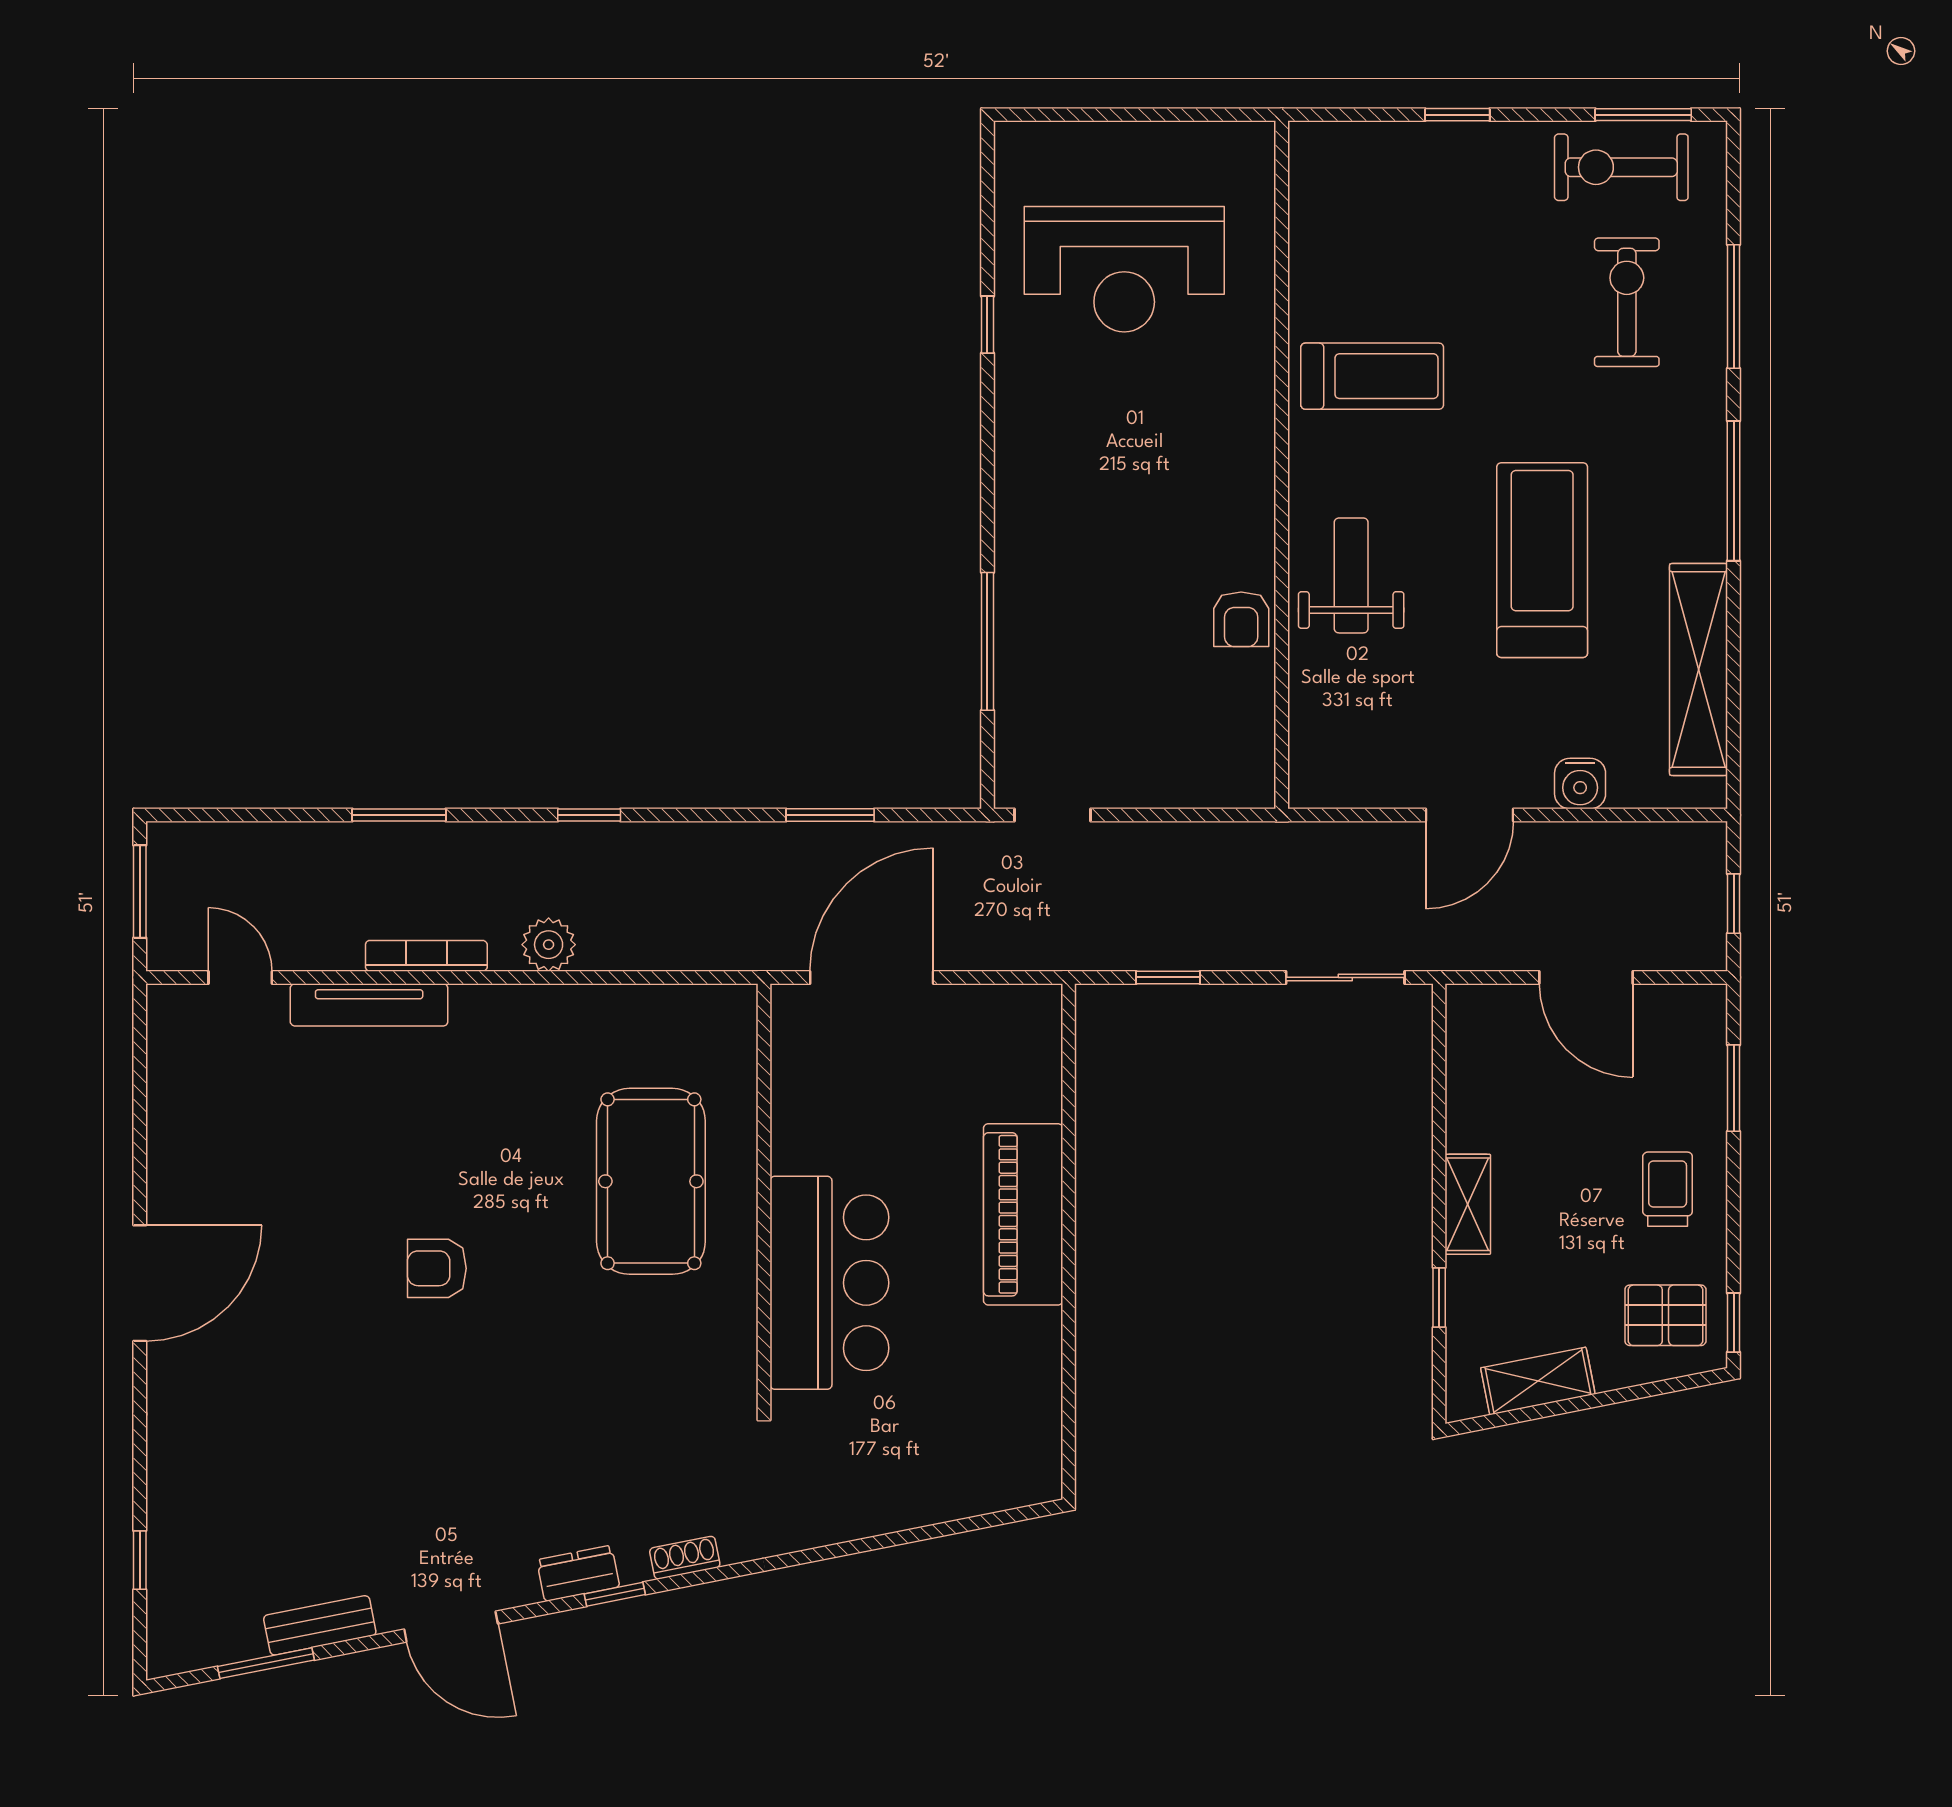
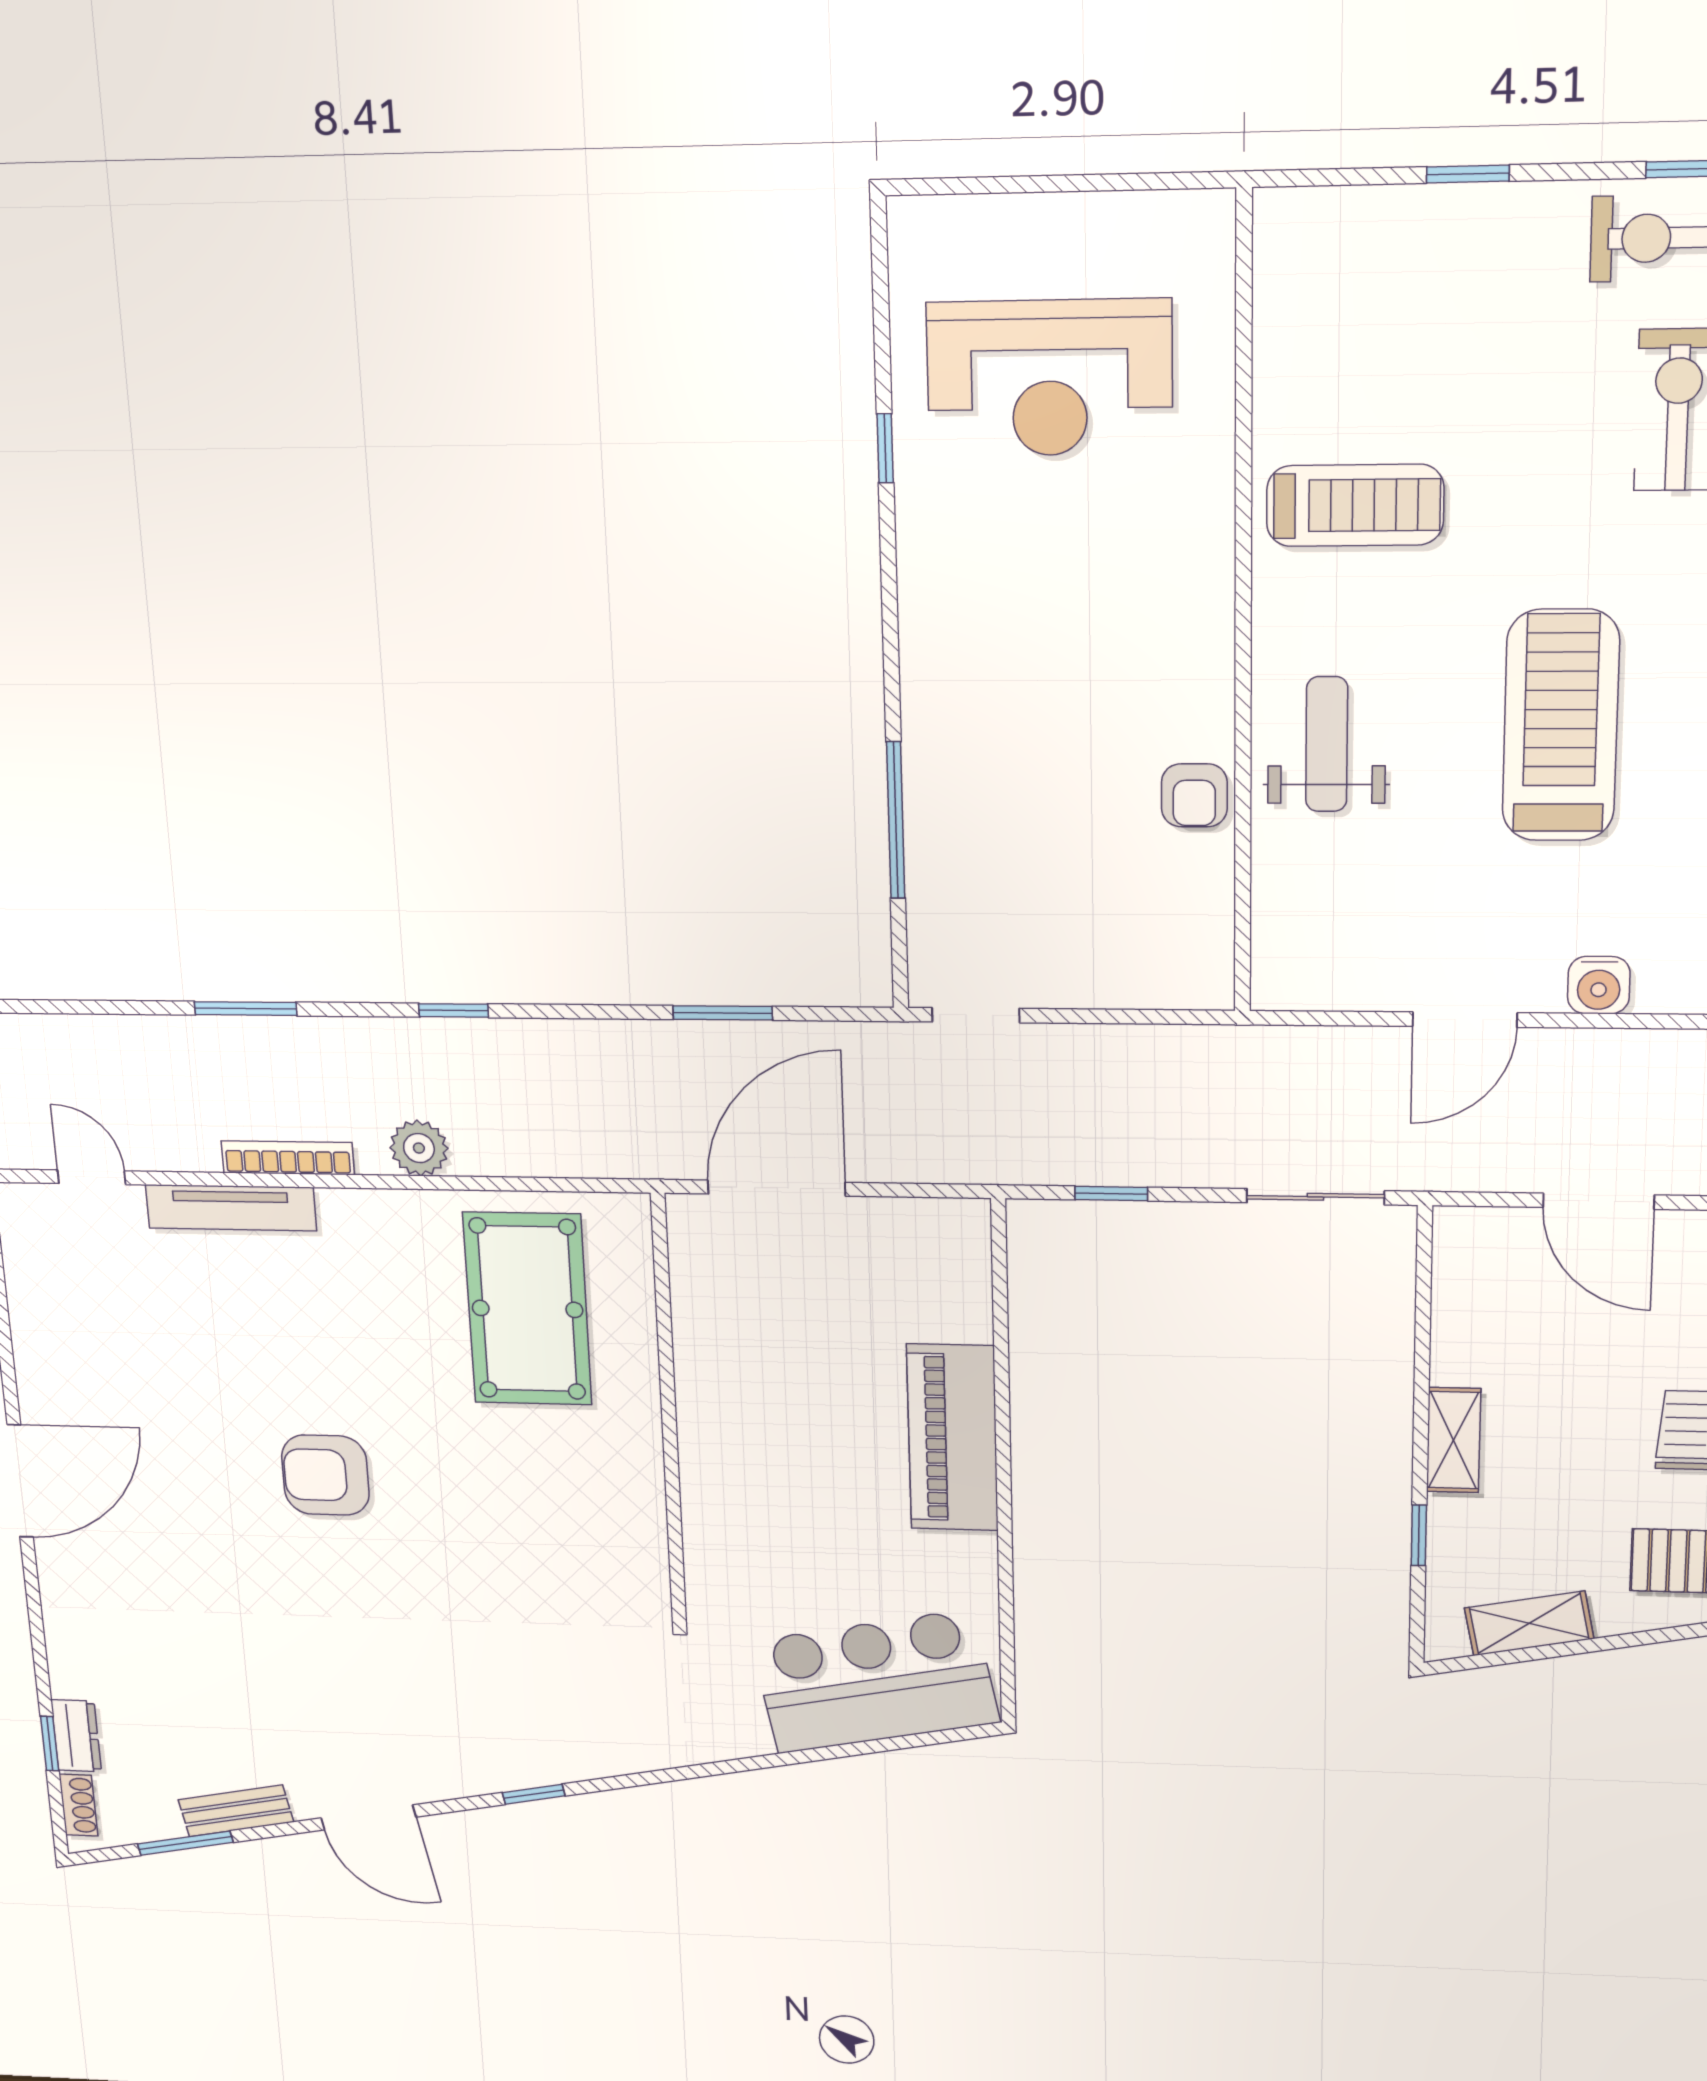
pool table: (651, 1181) -> (527, 1309), moved
armchair: (437, 1268) -> (325, 1475), width x1.38, depth x1.38
bar counter: (829, 1283) -> (875, 1682), moved, turned -101
shoe rack: (685, 1558) -> (78, 1805), moved, turned 101
dresser: (578, 1573) -> (76, 1736), moved, turned 101

